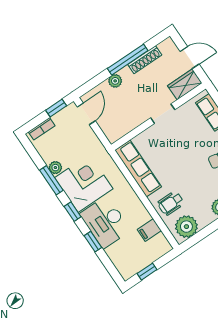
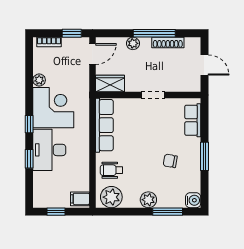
wardrobe: (185, 84) -> (110, 84), moved
window: (51, 180) -> (29, 88), removed
filing cabinet: (149, 230) -> (80, 199), moved

